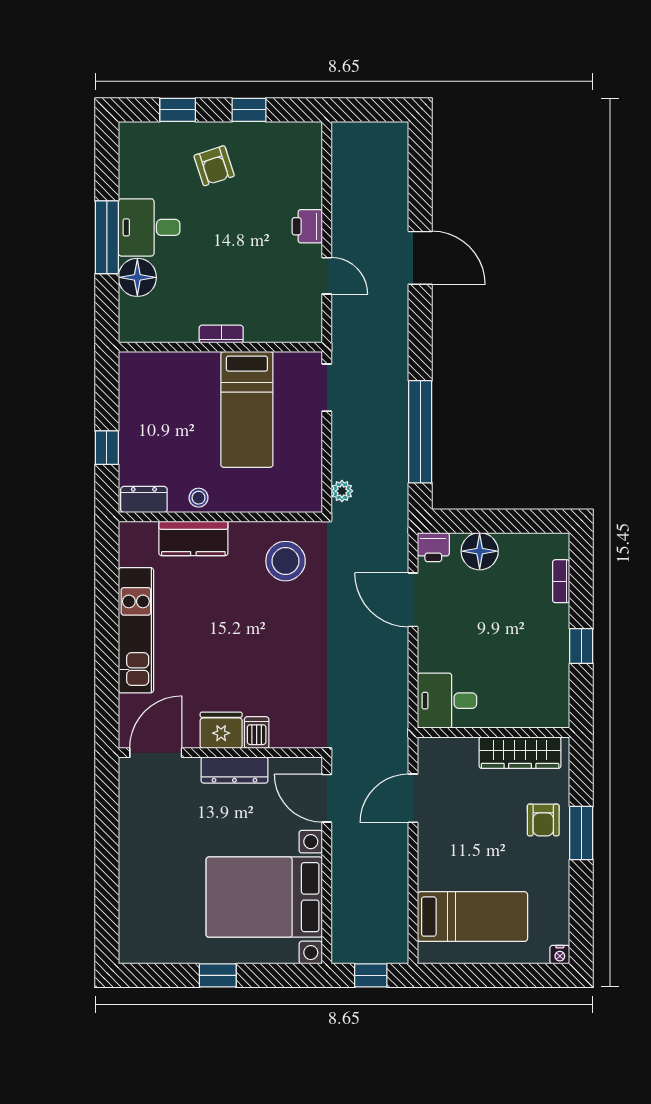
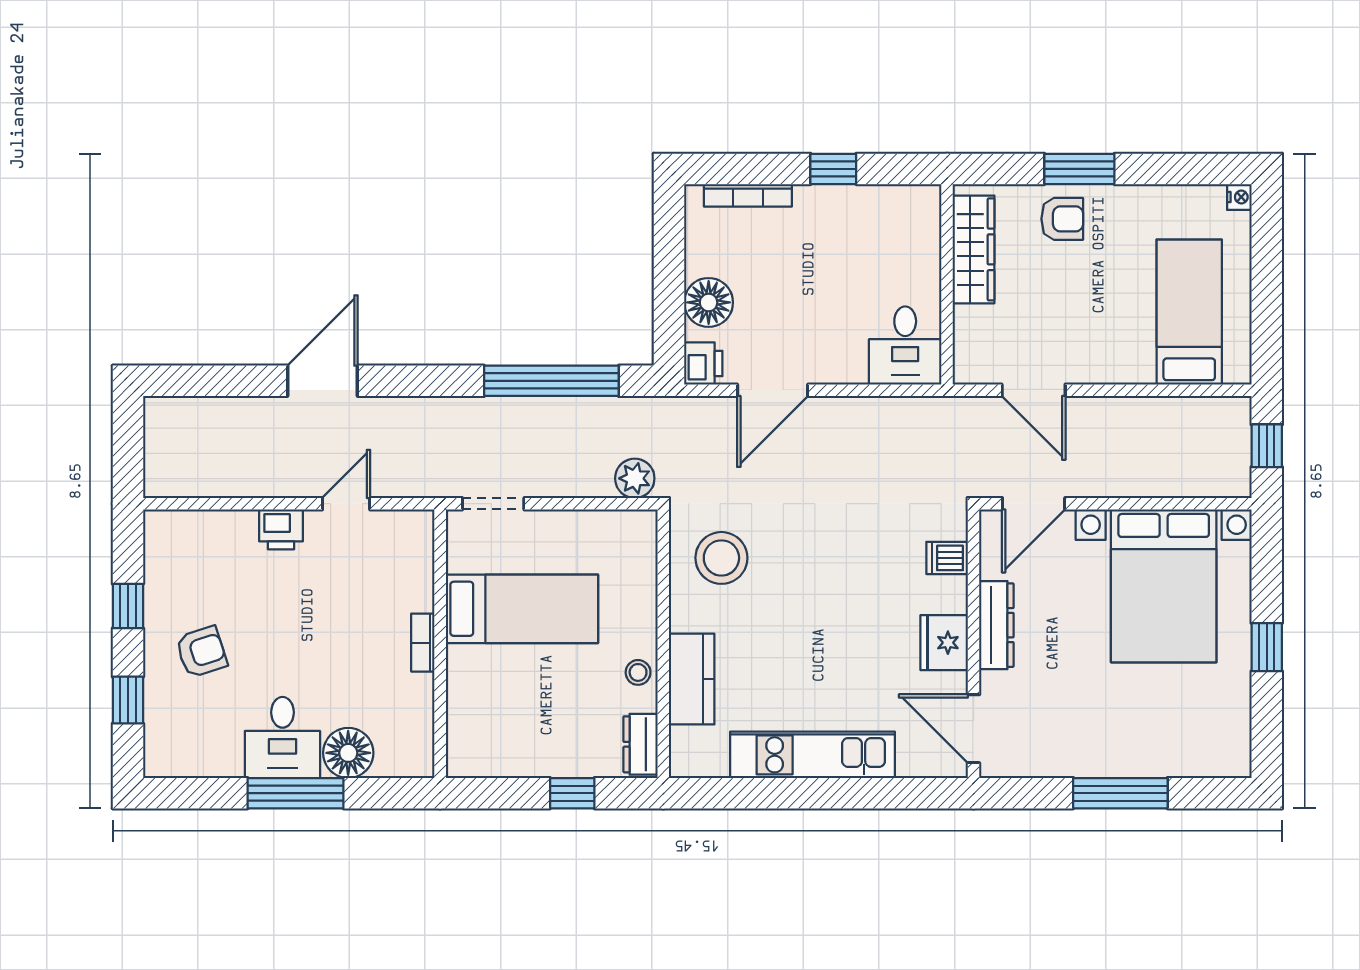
plant: (342, 491) -> (635, 478), width x1.38, depth x1.38
bookcase: (561, 581) -> (748, 195), width x1.56
dishwasher: (257, 733) -> (947, 558), moved
window: (107, 864) -> (1120, 793), added

